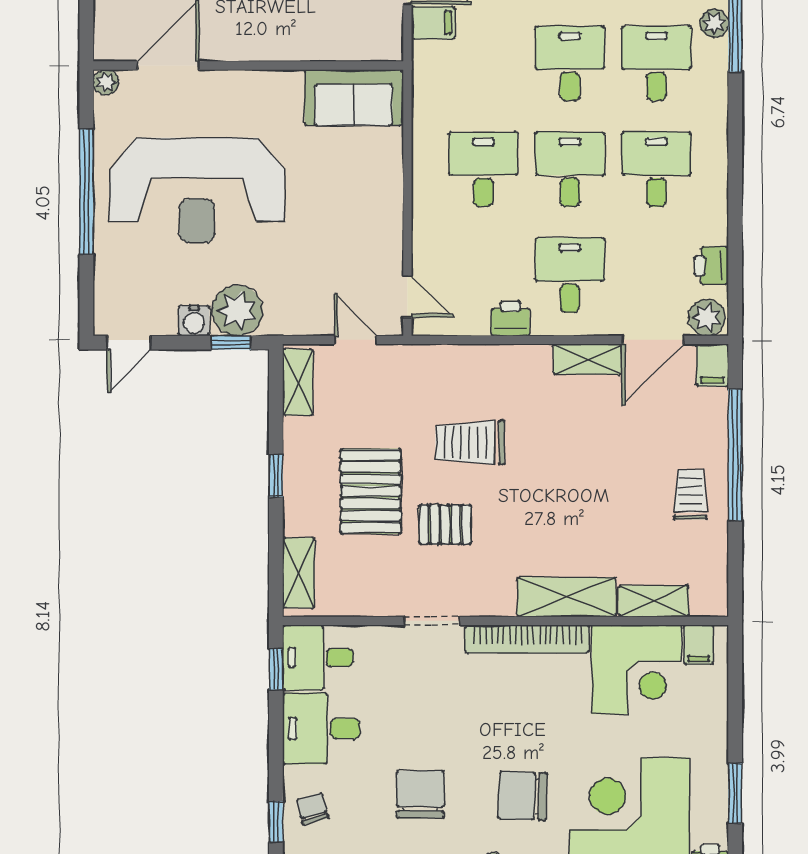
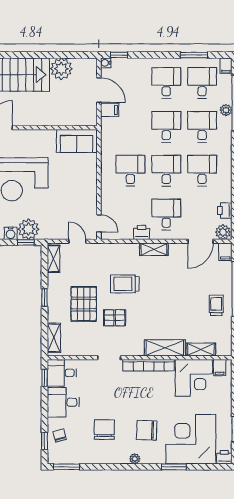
shelving: (587, 359) -> (154, 249), moved

